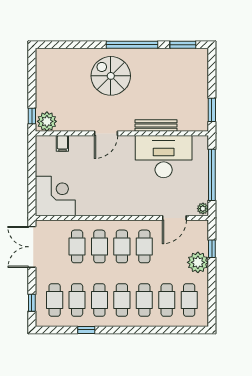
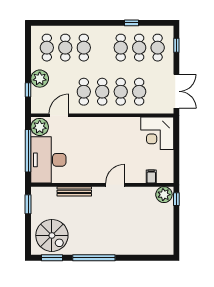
spiral stairs: (111, 76) -> (52, 235), moved
desk: (164, 157) -> (48, 160), moved, turned 90
plant: (203, 209) -> (40, 127), width x1.88, depth x1.88
cafe table: (122, 300) -> (102, 48), removed

